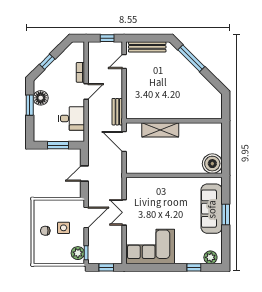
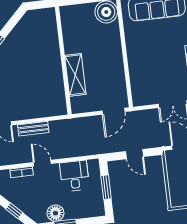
bench: (117, 112) -> (33, 129), moved
door: (124, 142) -> (113, 111), moved

